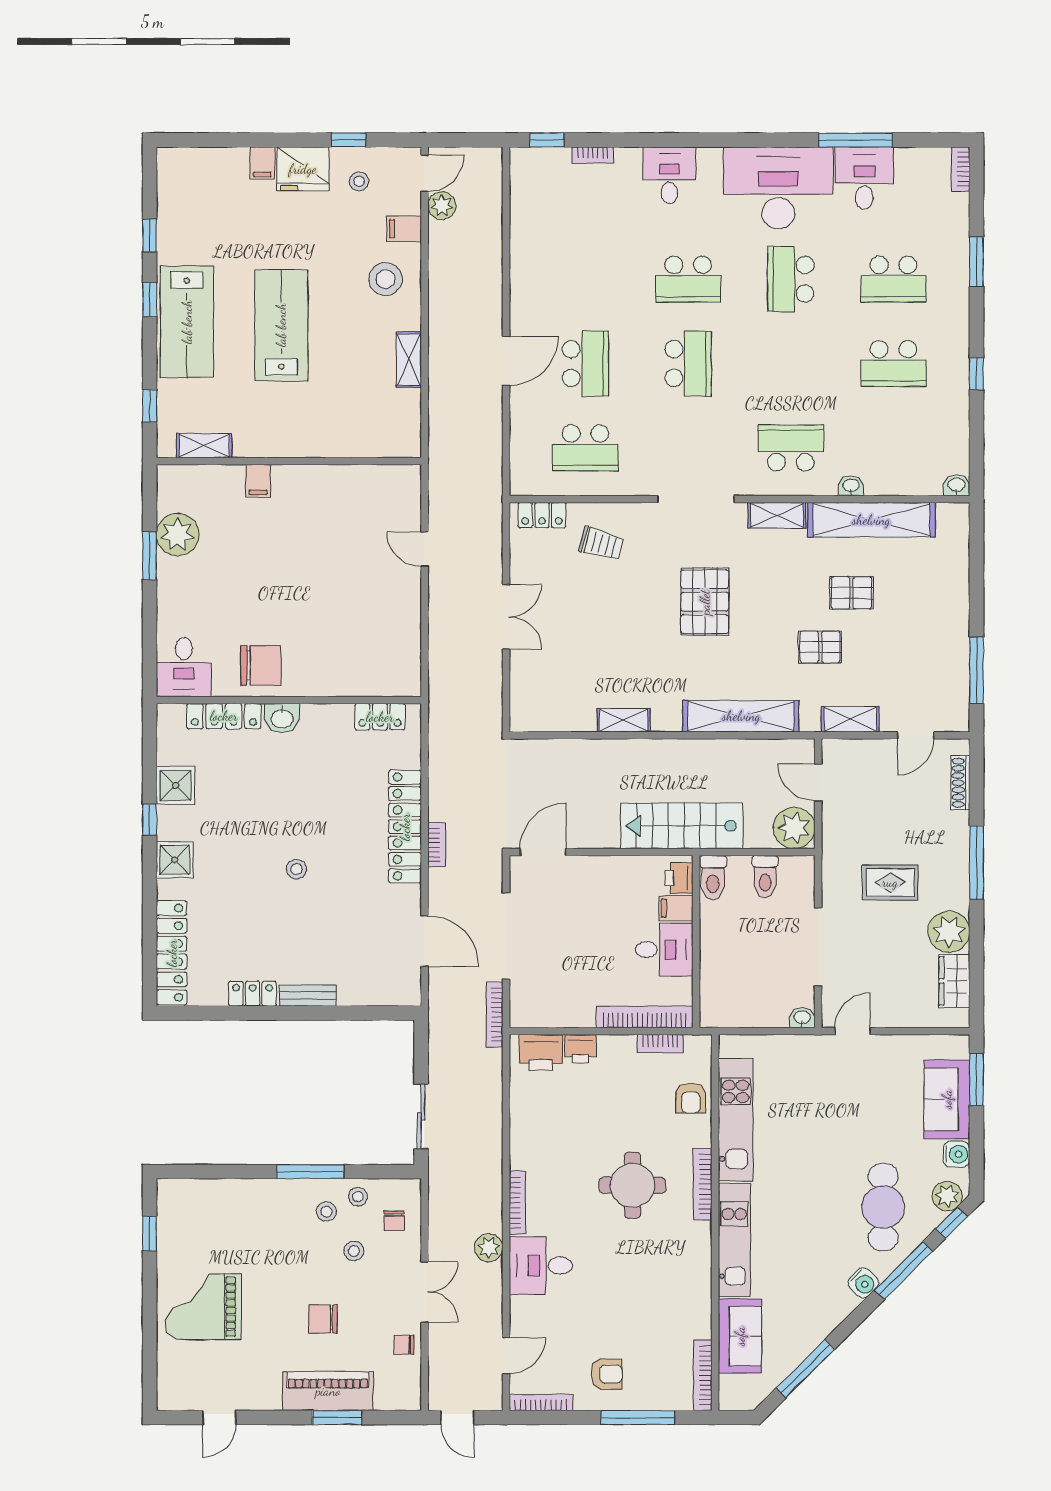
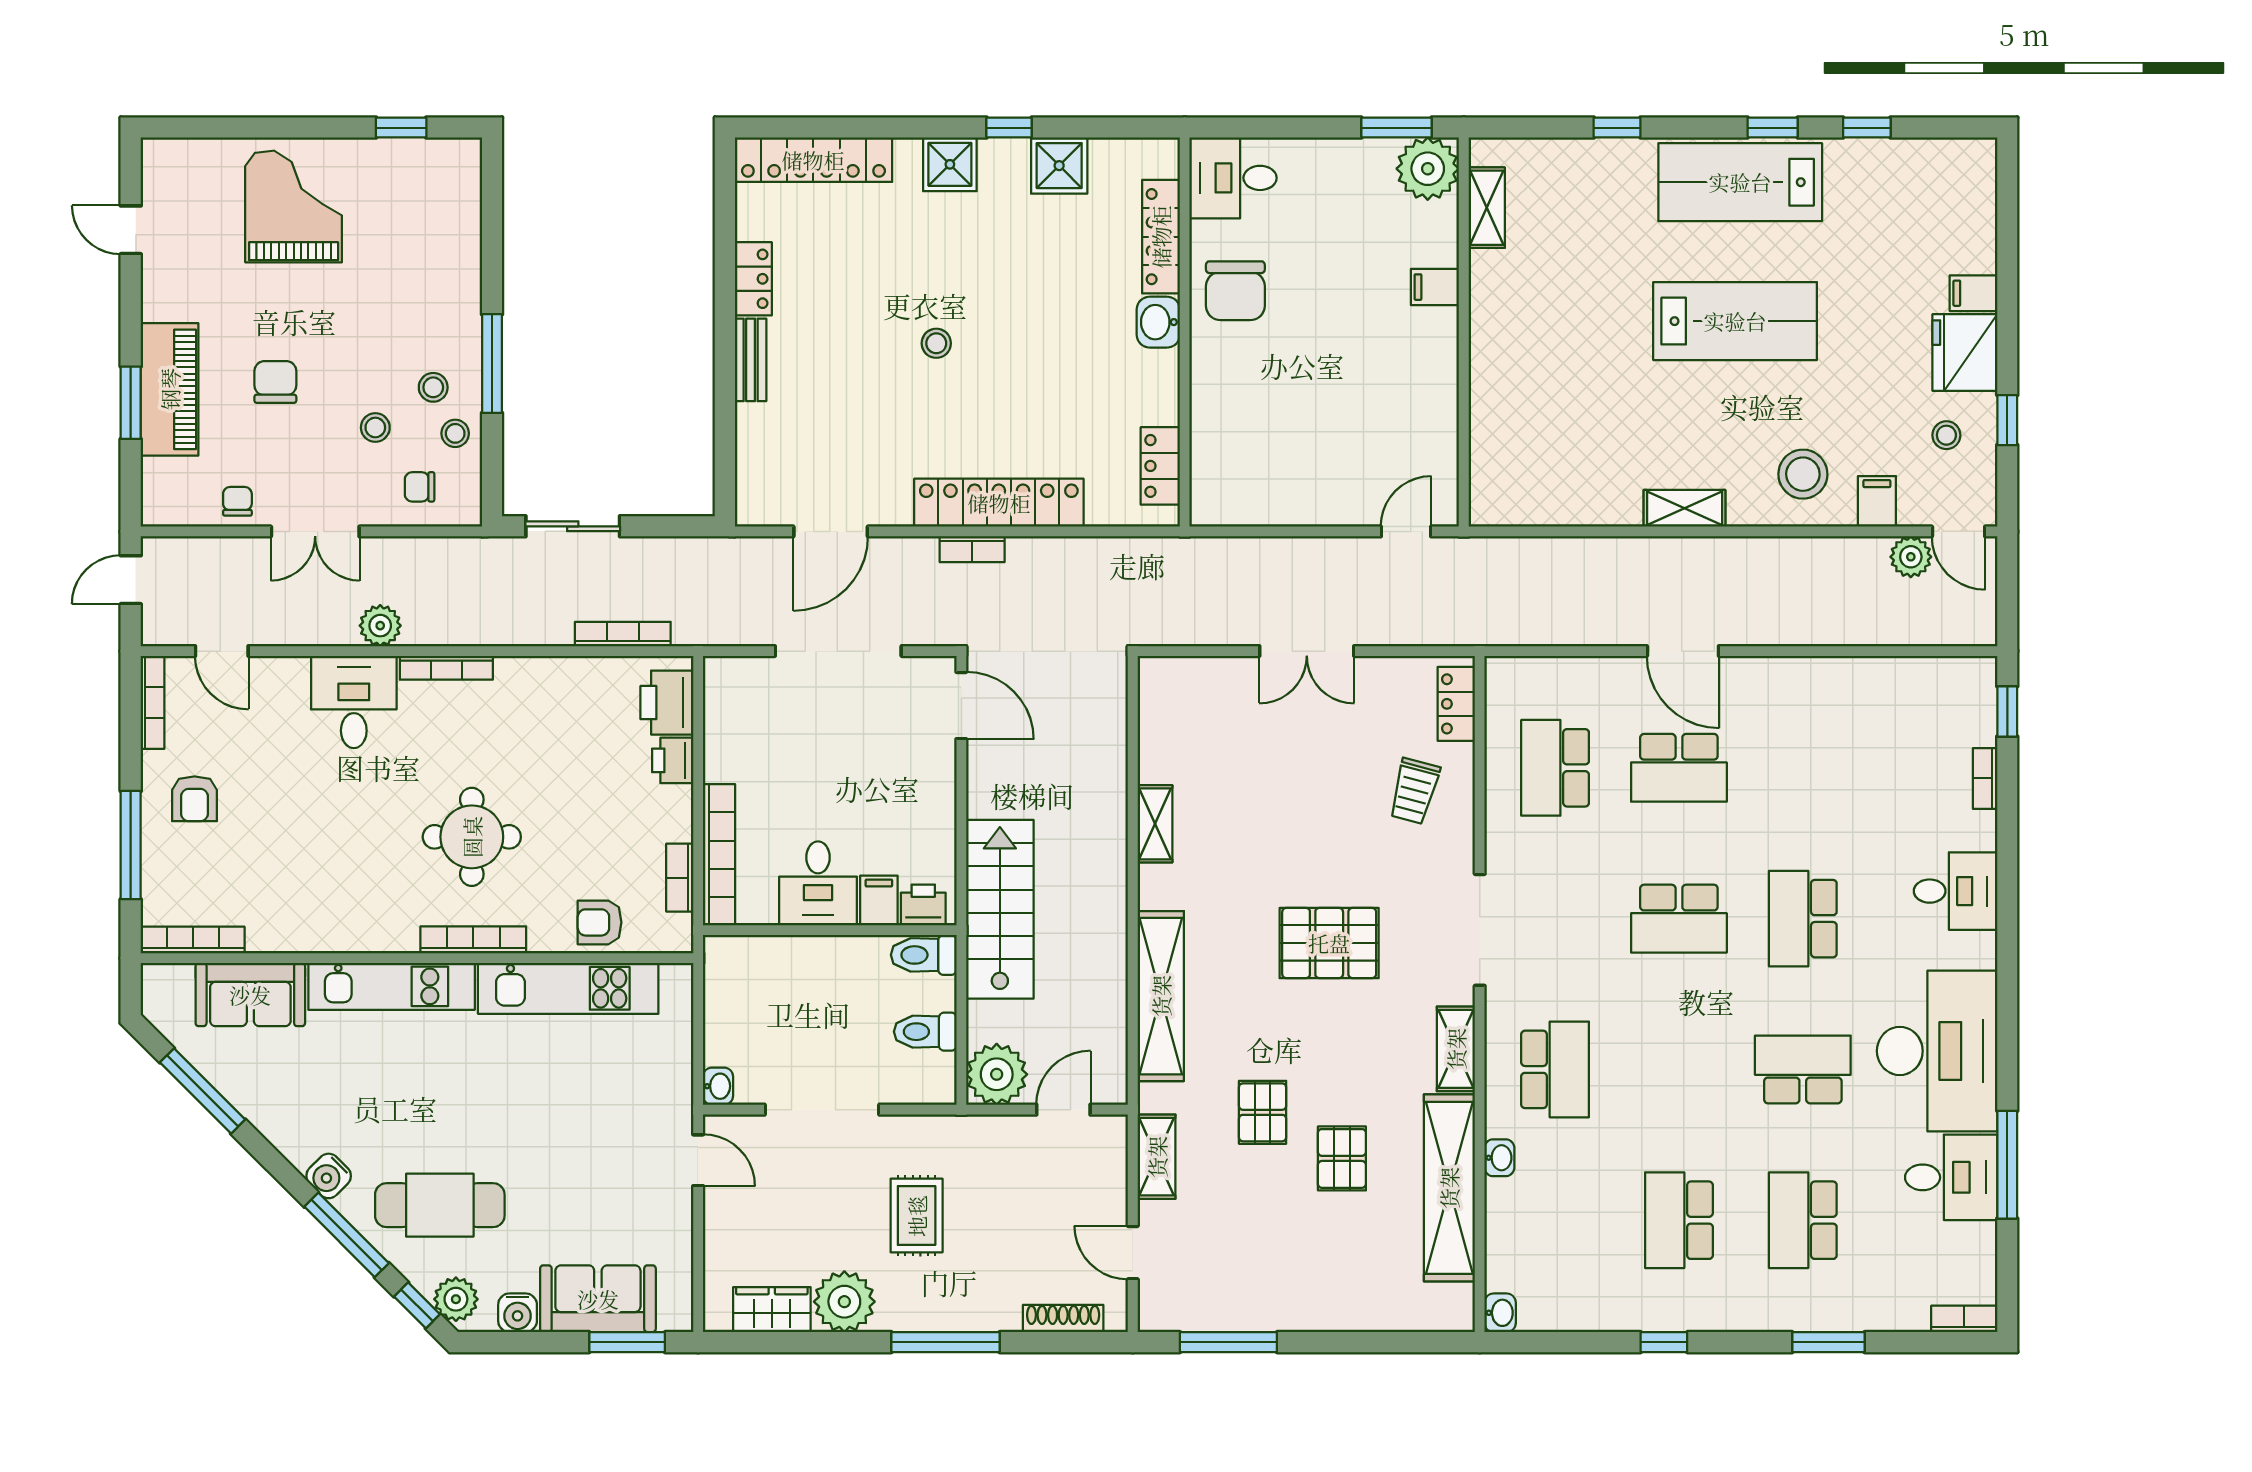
shelving: (204, 446) -> (1487, 208), moved
wall: (289, 461) -> (1464, 332), moved
filing cabinet: (258, 481) -> (1435, 287), moved
bookcase: (494, 1015) -> (623, 634), moved

